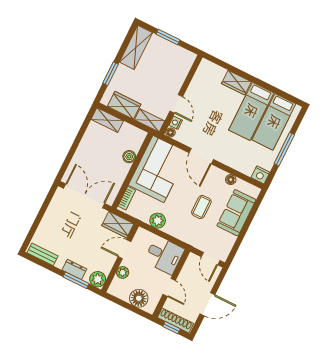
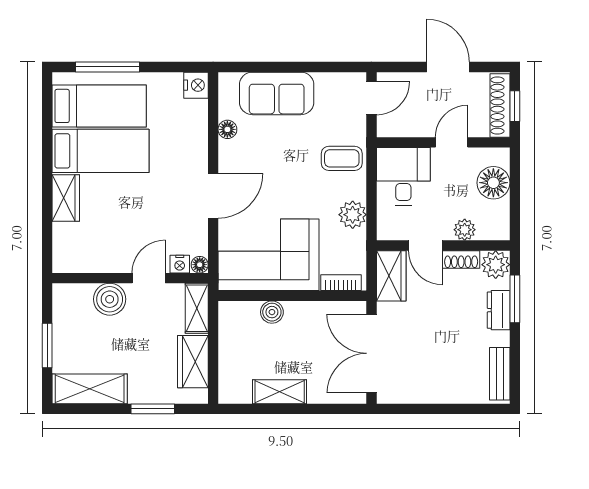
boiler: (175, 79) -> (110, 299), added
shelving: (107, 120) -> (280, 392), moved, turned 90
window: (284, 149) -> (107, 67), moved
coffee table: (201, 207) -> (342, 158), moved
shoe rack: (109, 263) -> (461, 259), added

